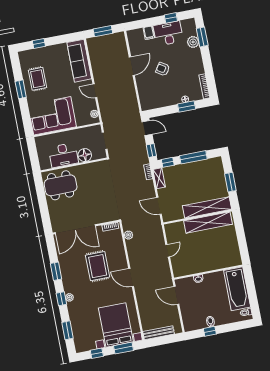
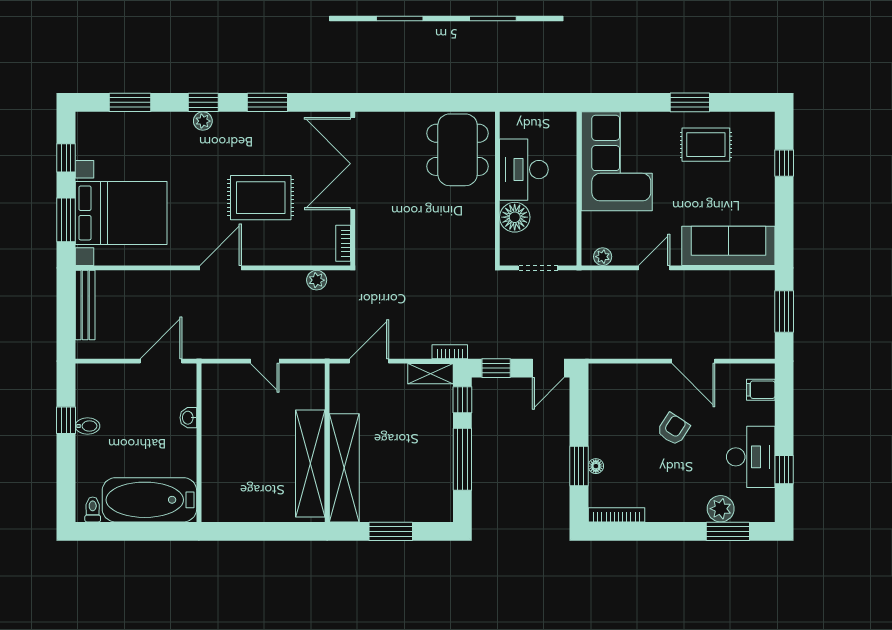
filing cabinet: (149, 33) -> (761, 390), moved

